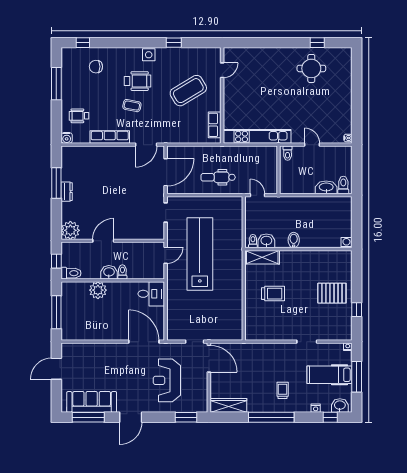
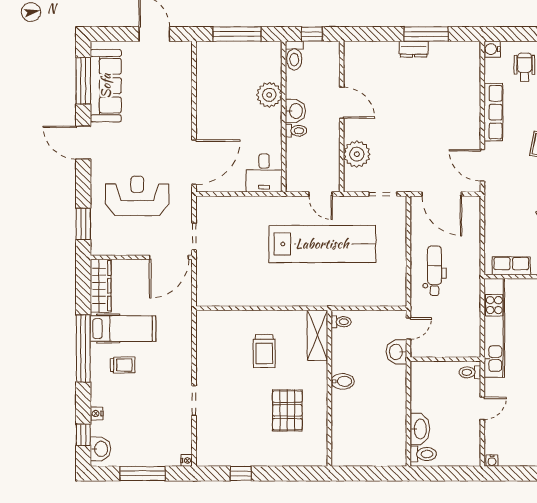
plant: (70, 230) -> (357, 154), moved
washbasin: (266, 241) -> (396, 352), moved, turned 180
washing machine: (346, 243) -> (339, 459), removed
pallet: (332, 293) -> (287, 410), moved
hospital bed: (329, 375) -> (123, 329), moved, turned 90

